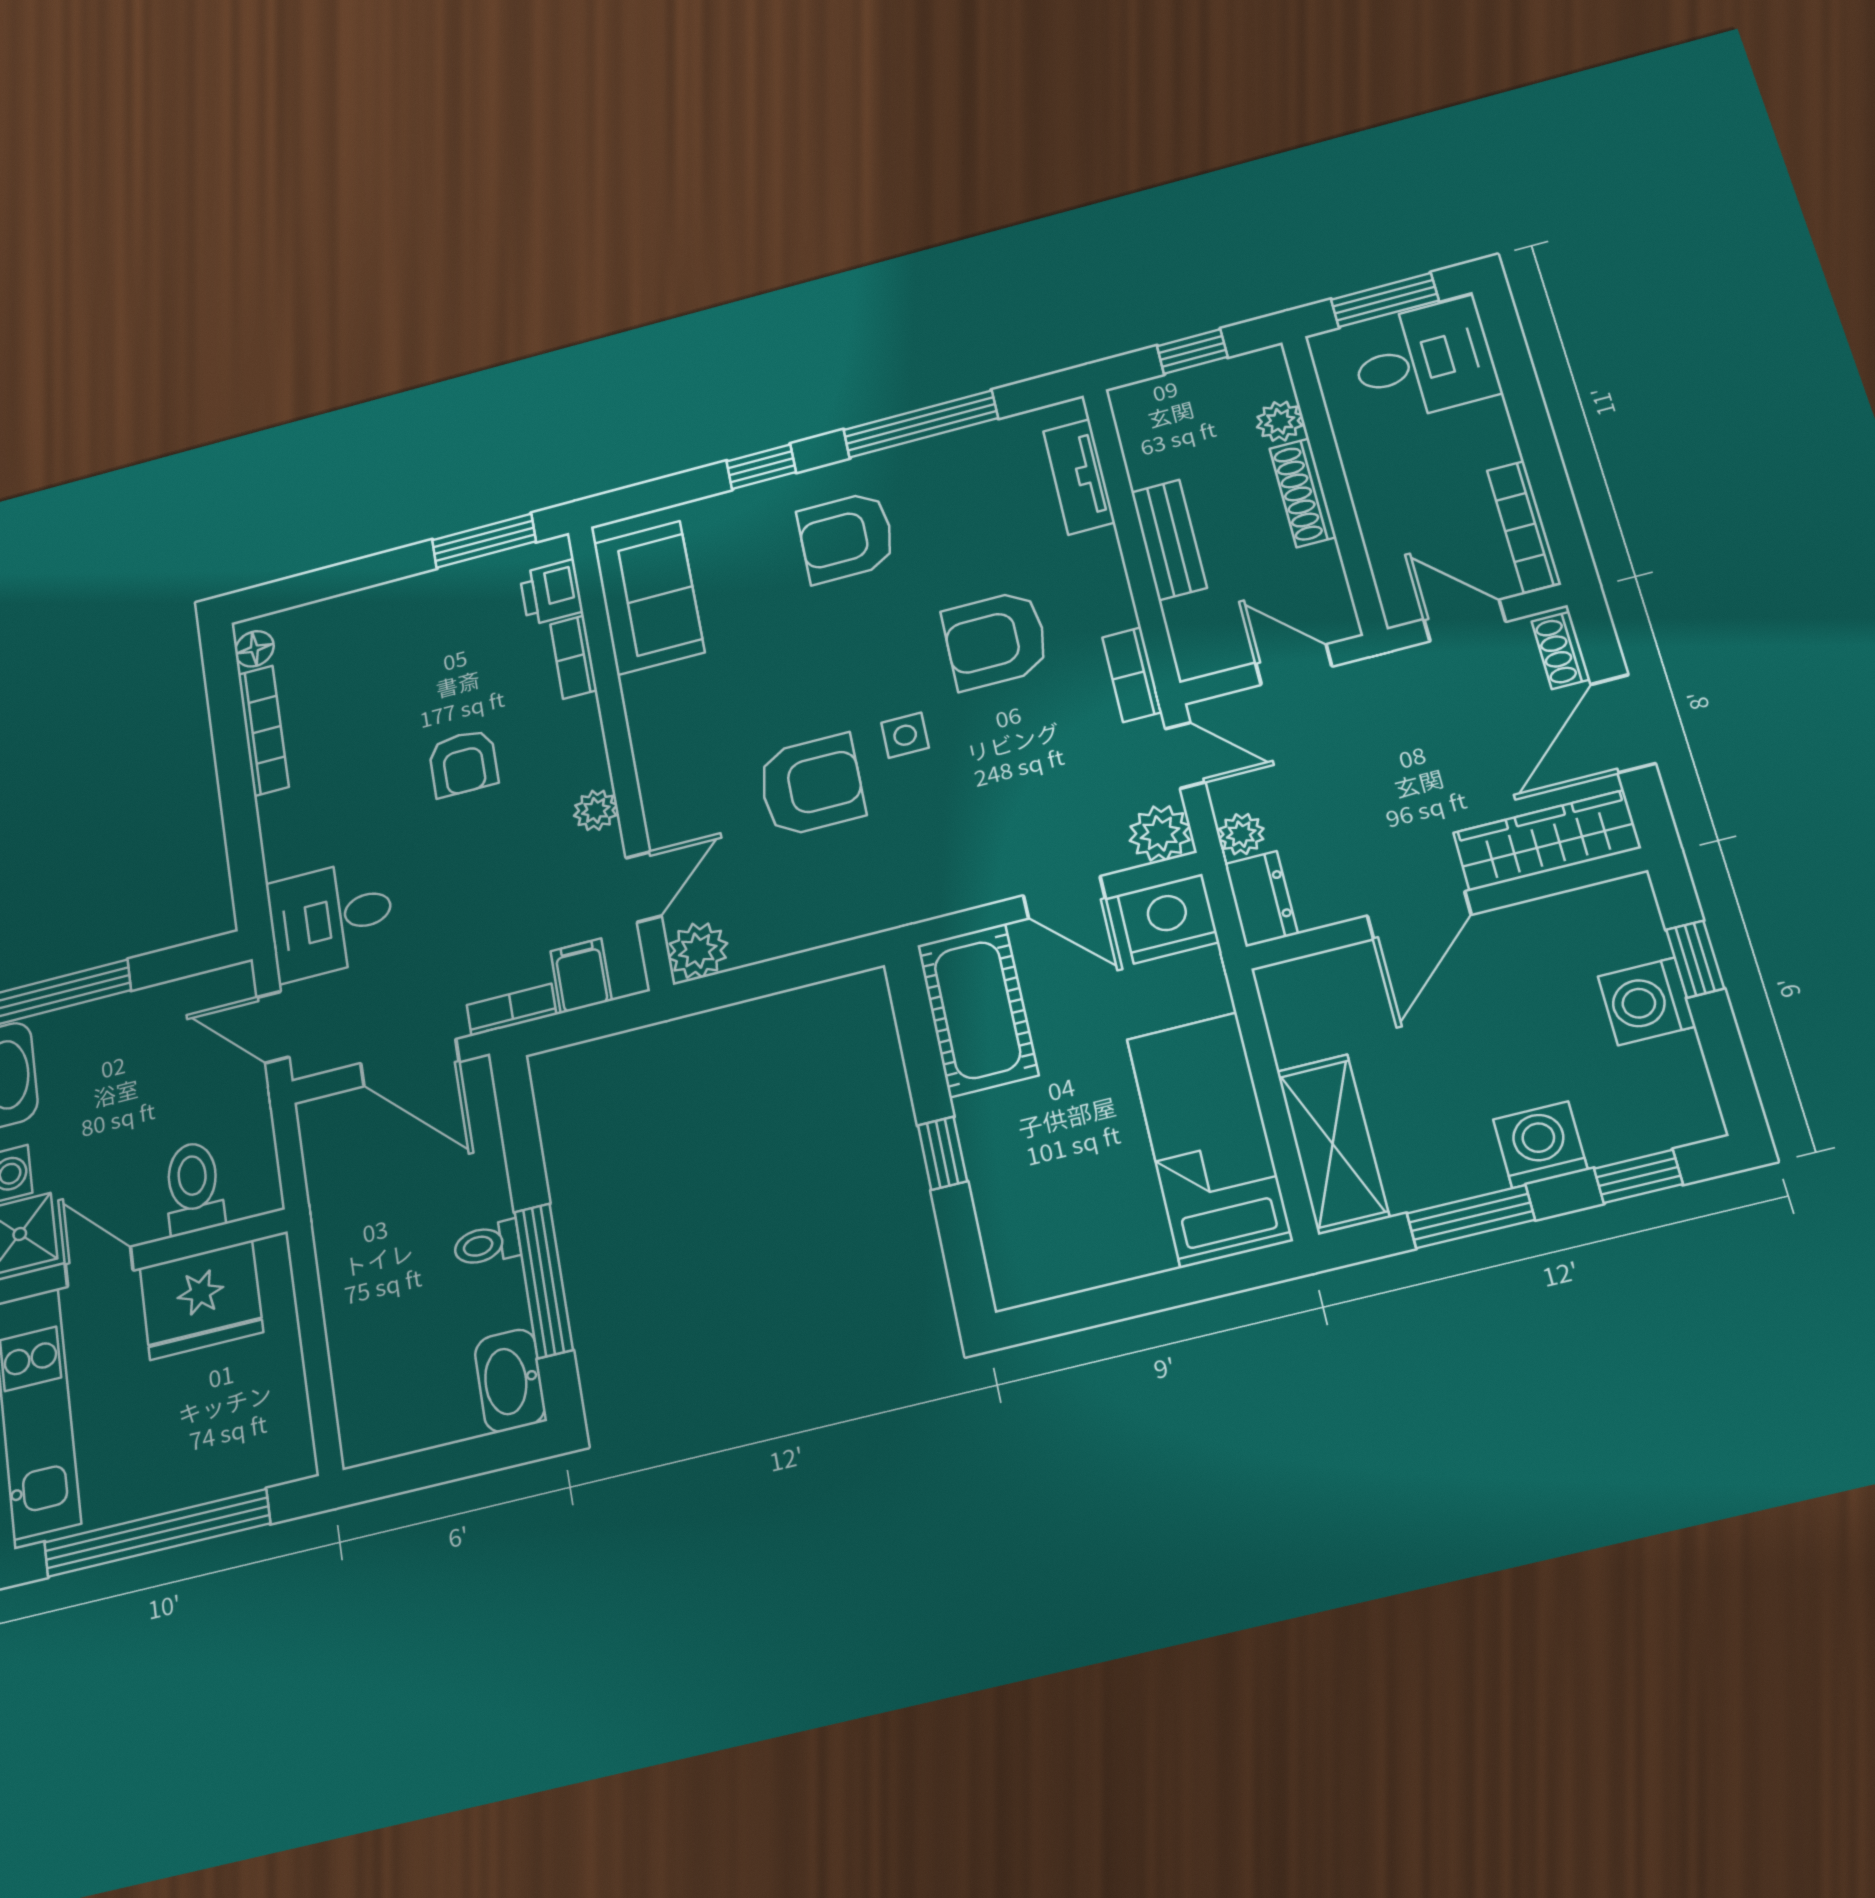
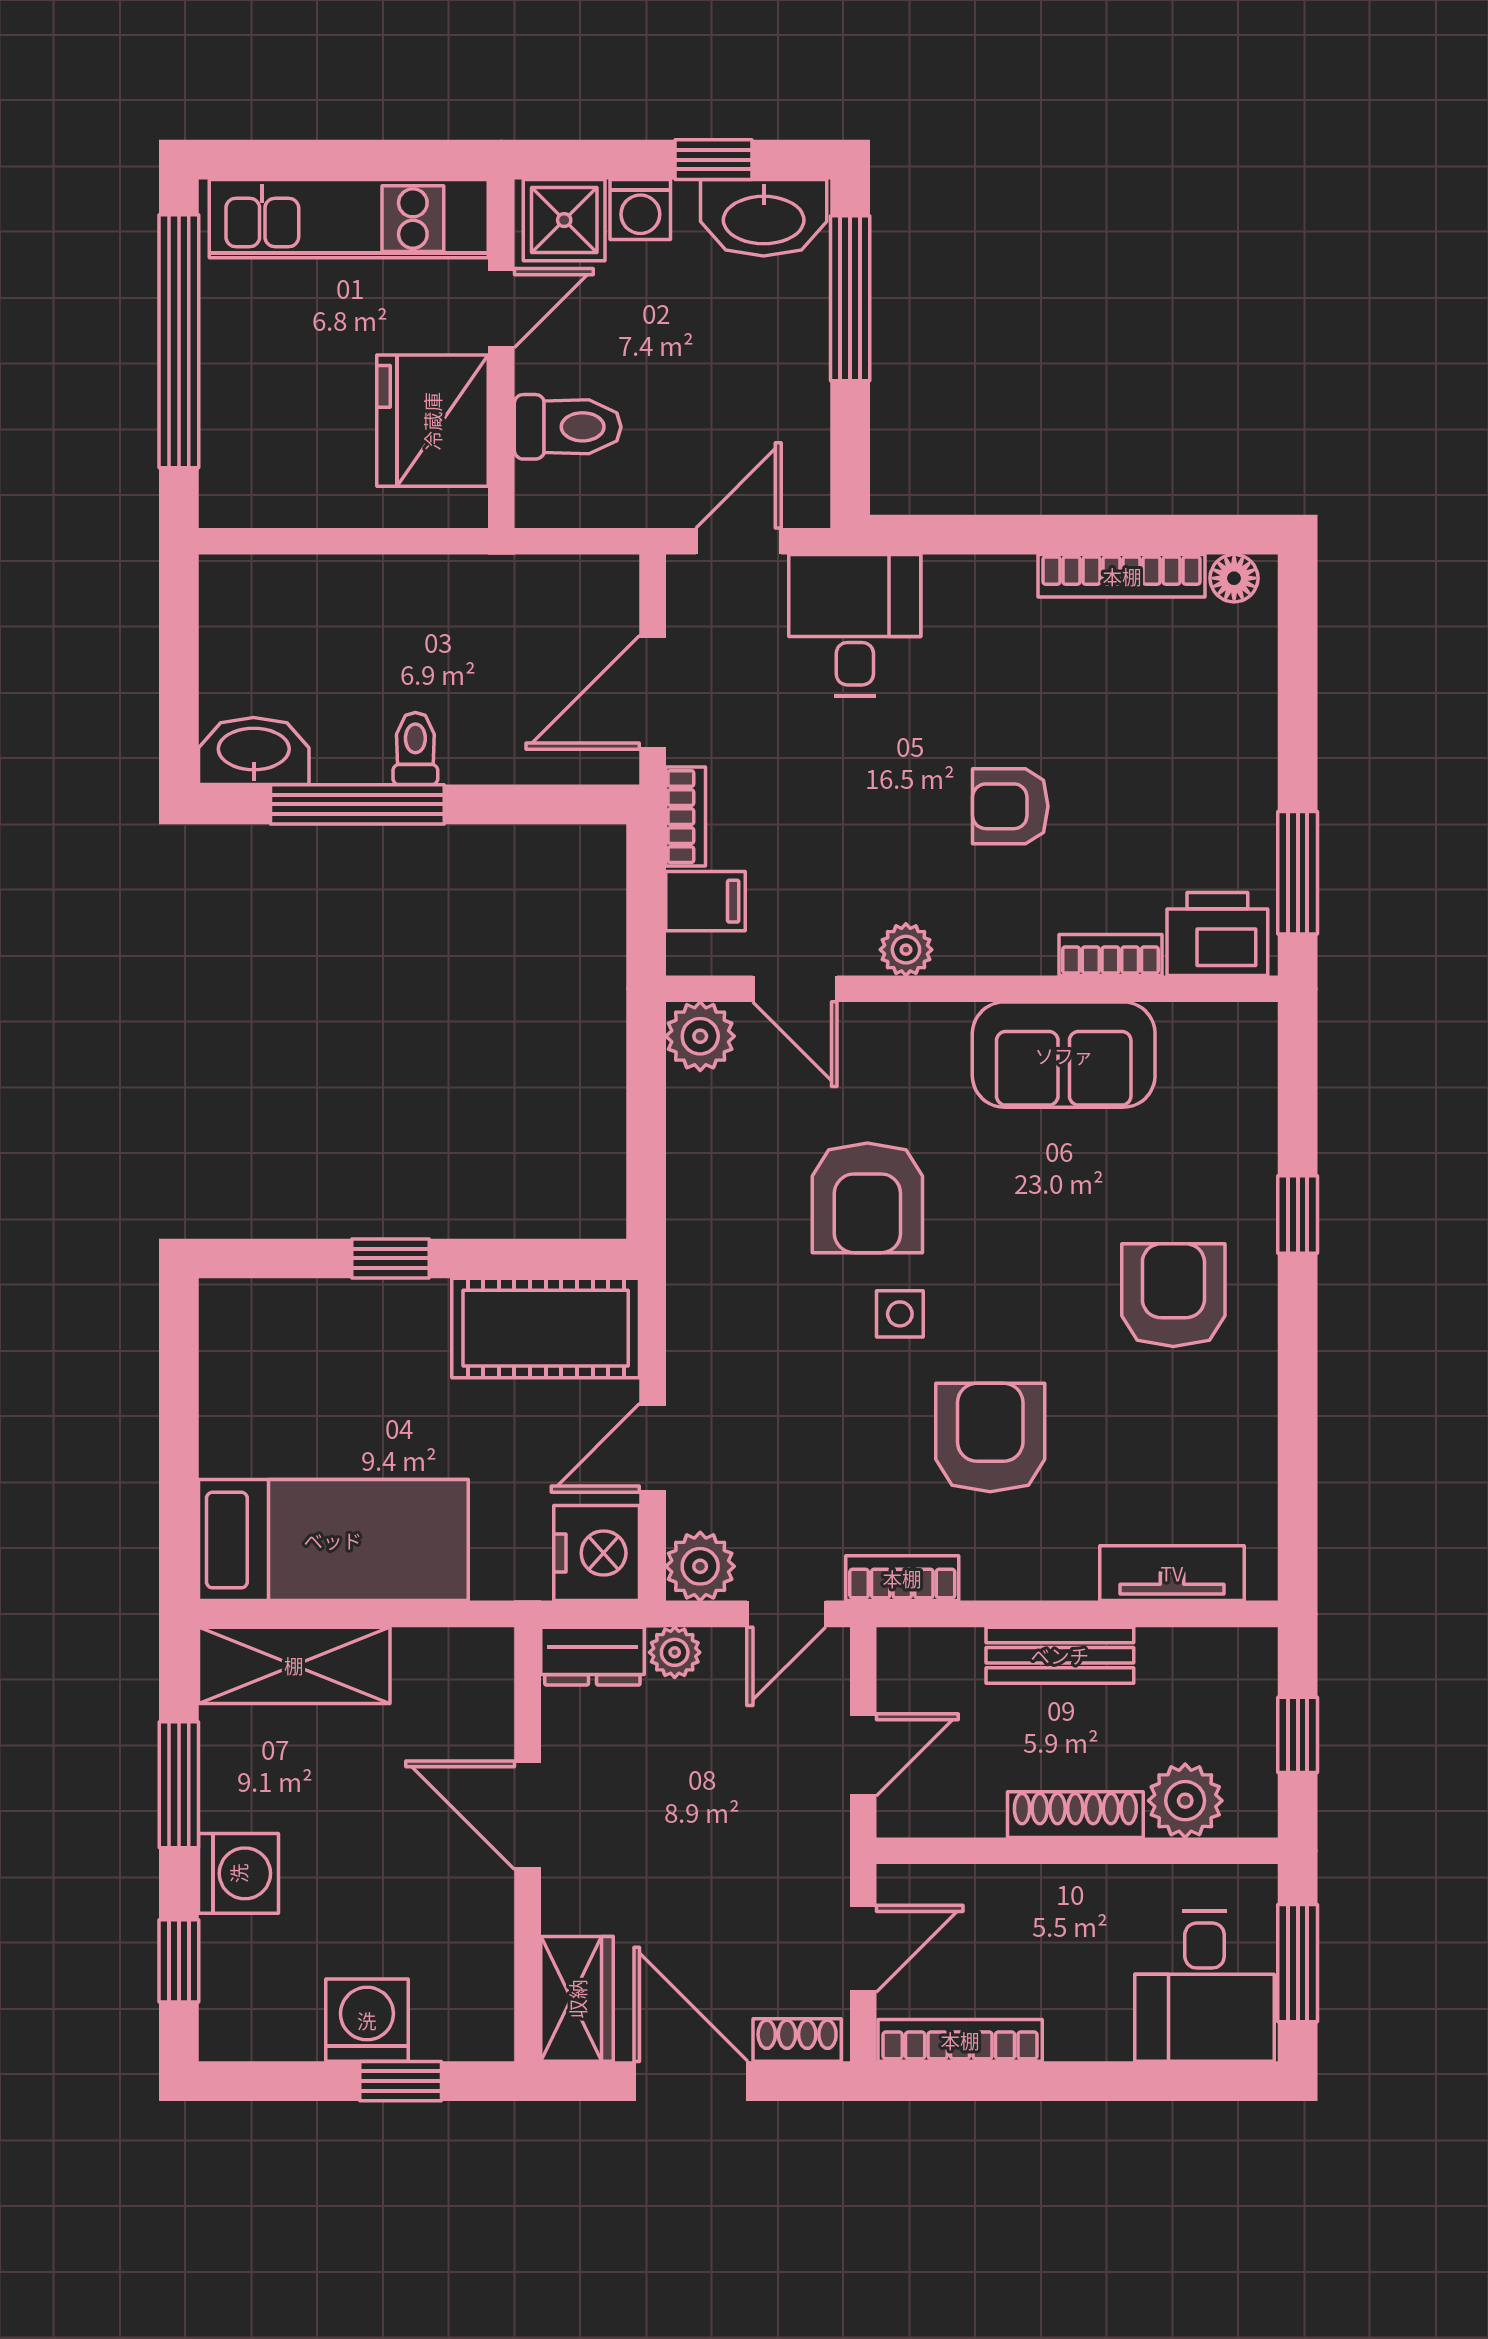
plant: (1280, 421) -> (1185, 1801), width x1.38, depth x1.38
window: (921, 424) -> (1298, 1408), removed
printer: (551, 592) -> (1217, 934), width x1.36, depth x1.24
sofa: (649, 598) -> (1064, 1055), moved
wardrobe: (1547, 840) -> (577, 1999), width x0.67

